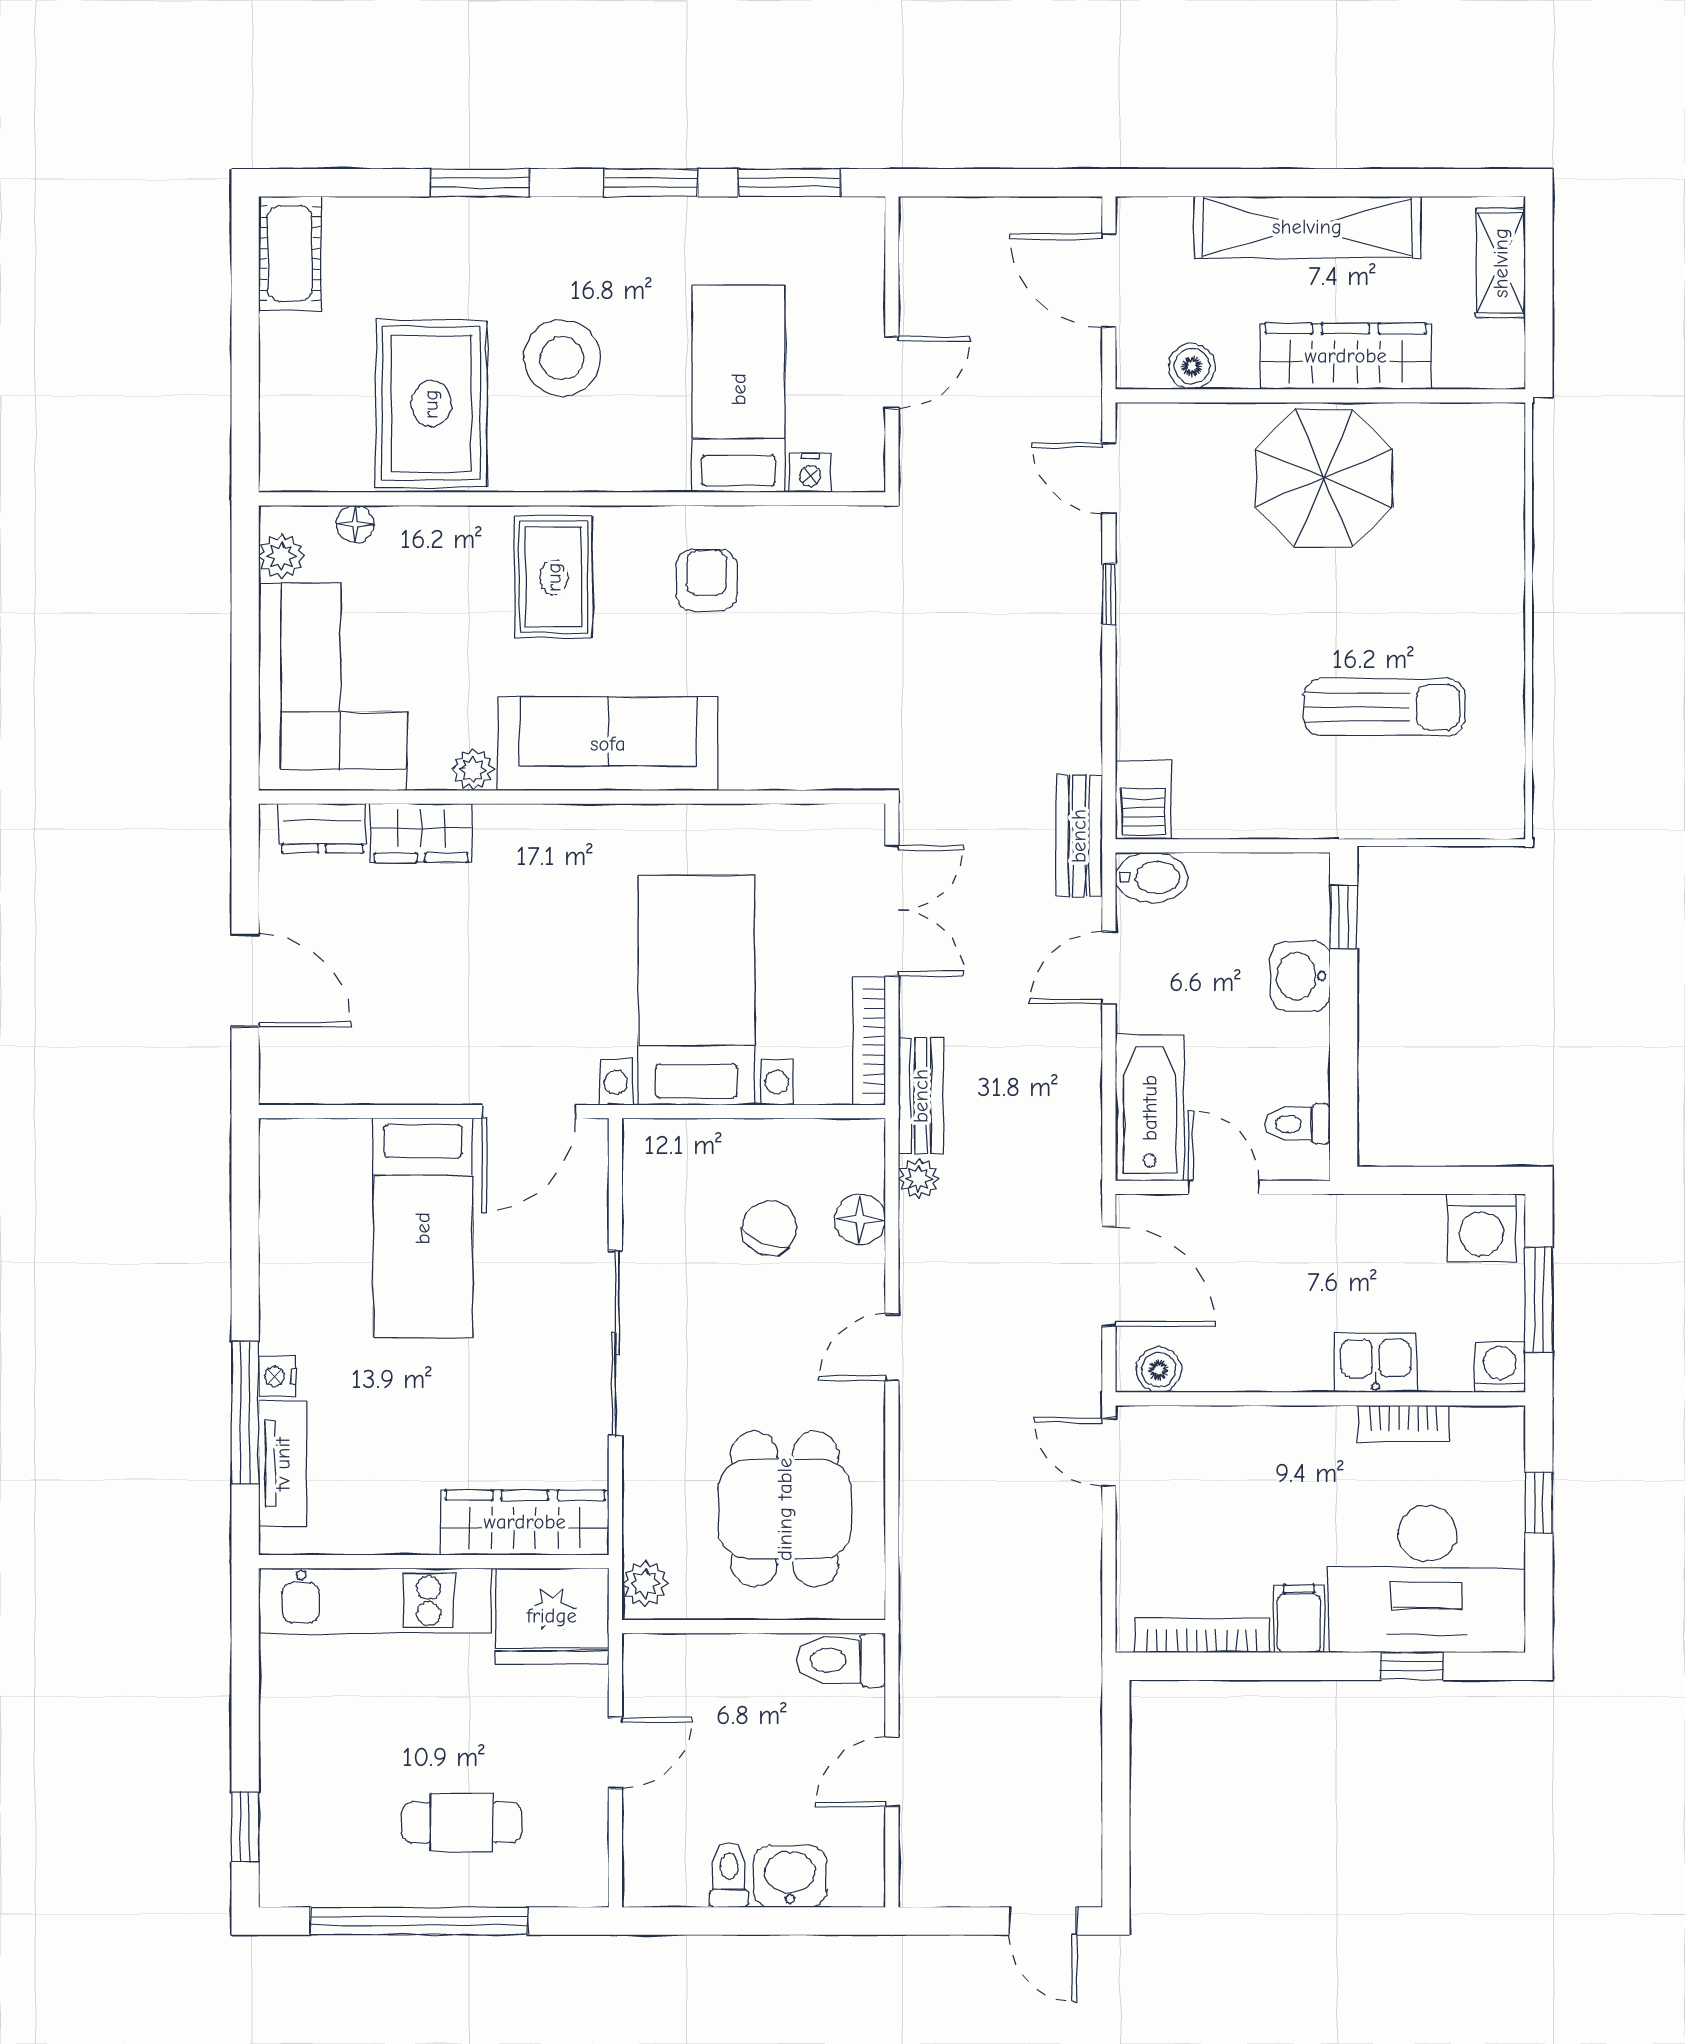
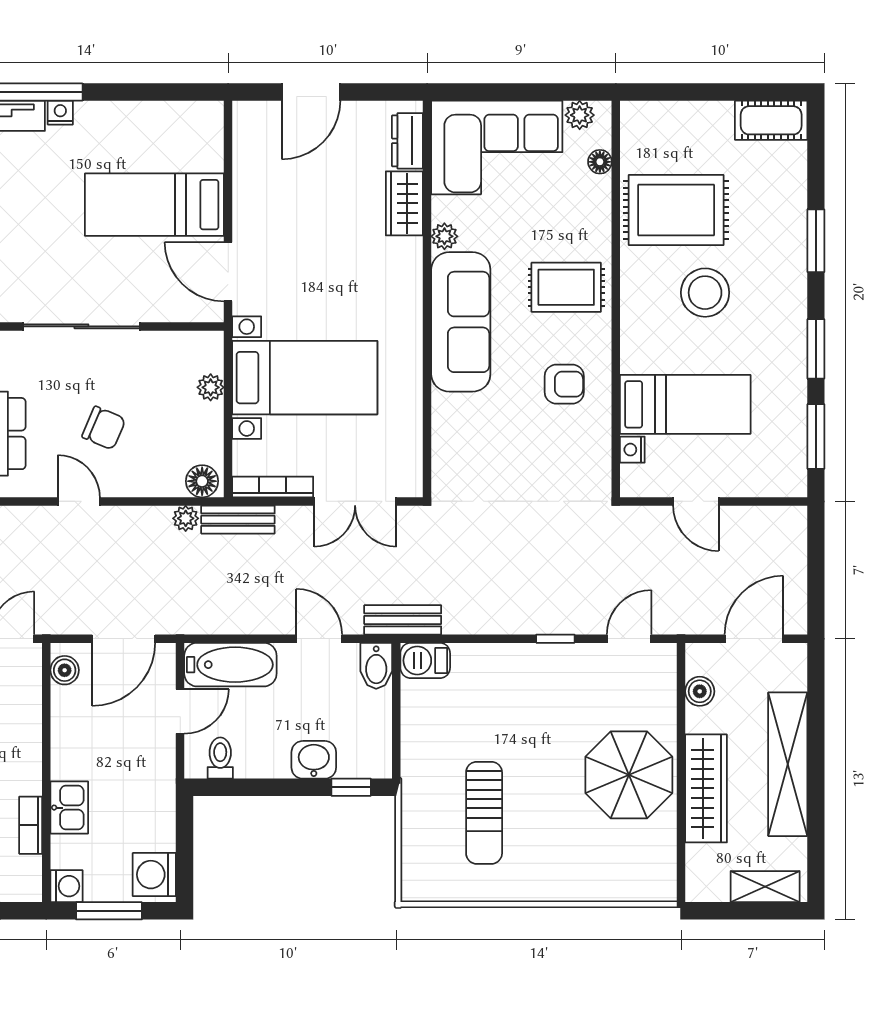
plant: (712, 1139) -> (211, 387), added
floor lamp: (860, 1219) -> (202, 481), moved
chair: (769, 1228) -> (104, 428), moved

